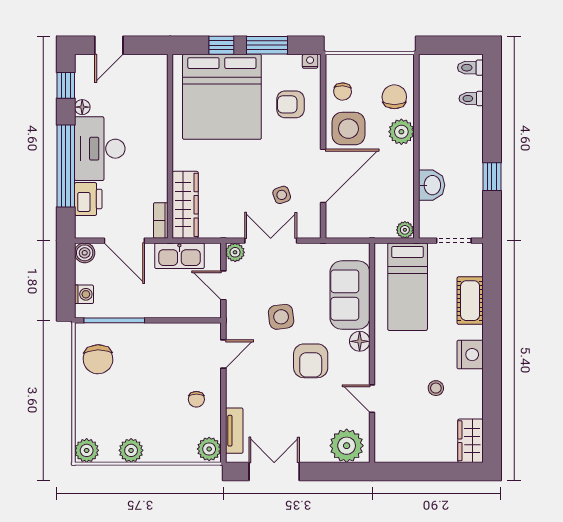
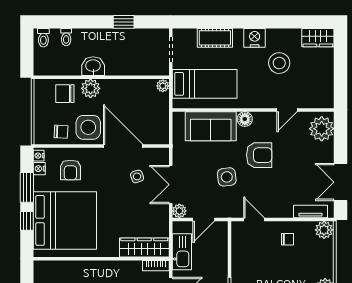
nightstand: (292, 62) -> (39, 169), added
washbasin: (432, 185) -> (93, 66), moved
stool: (436, 388) -> (279, 63), width x1.89, depth x1.89

